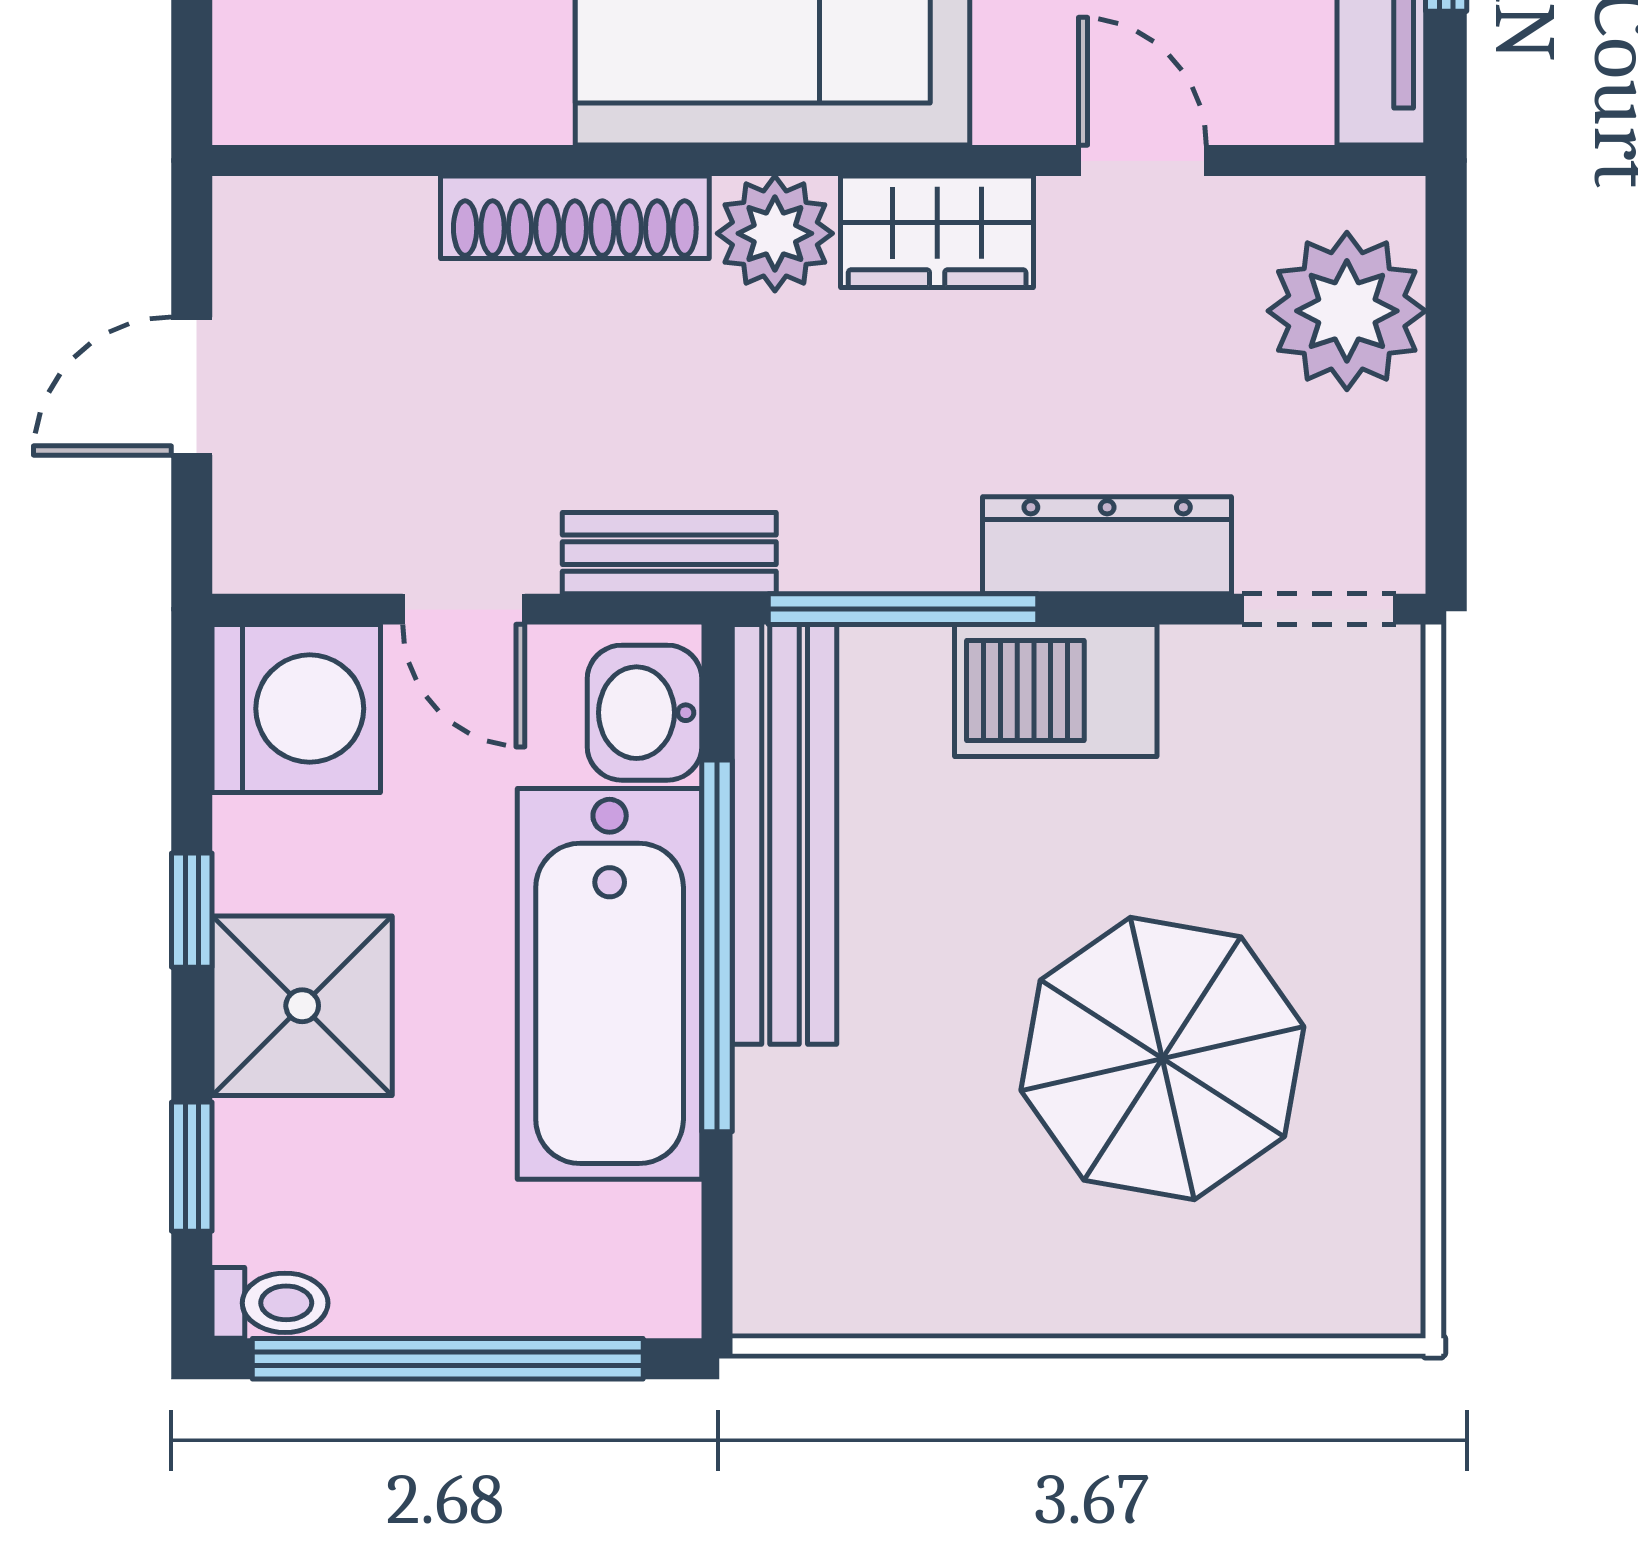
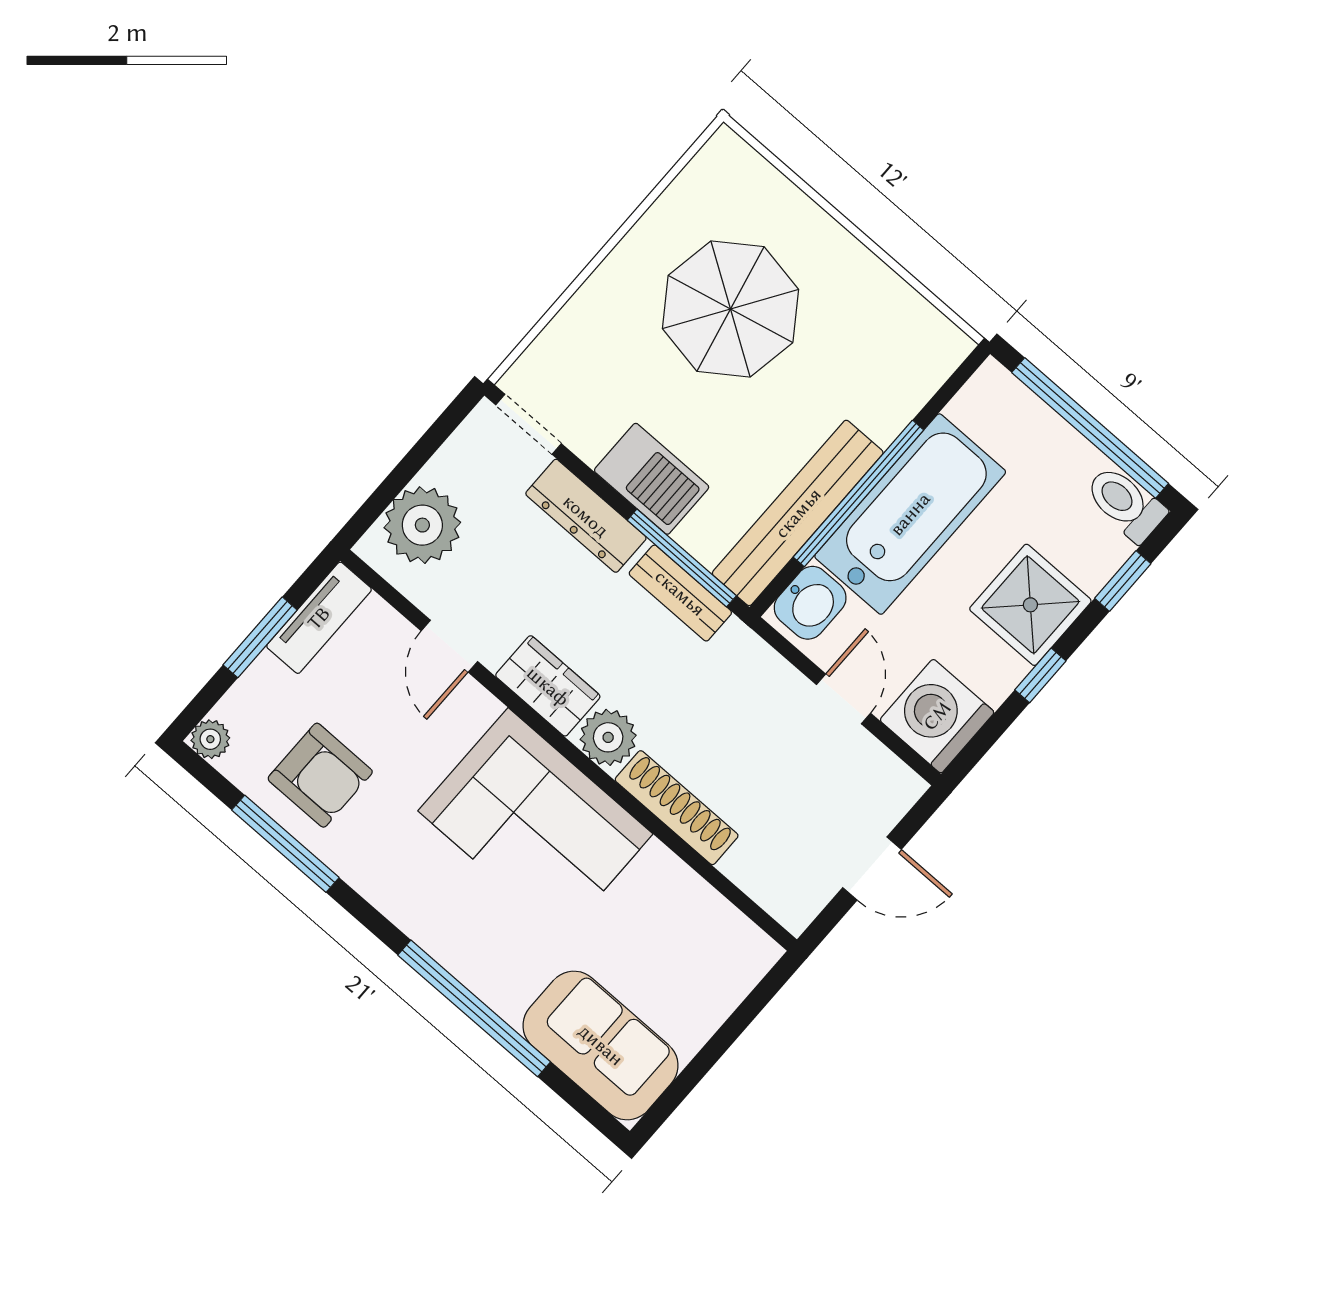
bench: (669, 553) -> (680, 593), moved
toilet: (270, 1303) -> (1125, 503), width x1.37, depth x1.39

